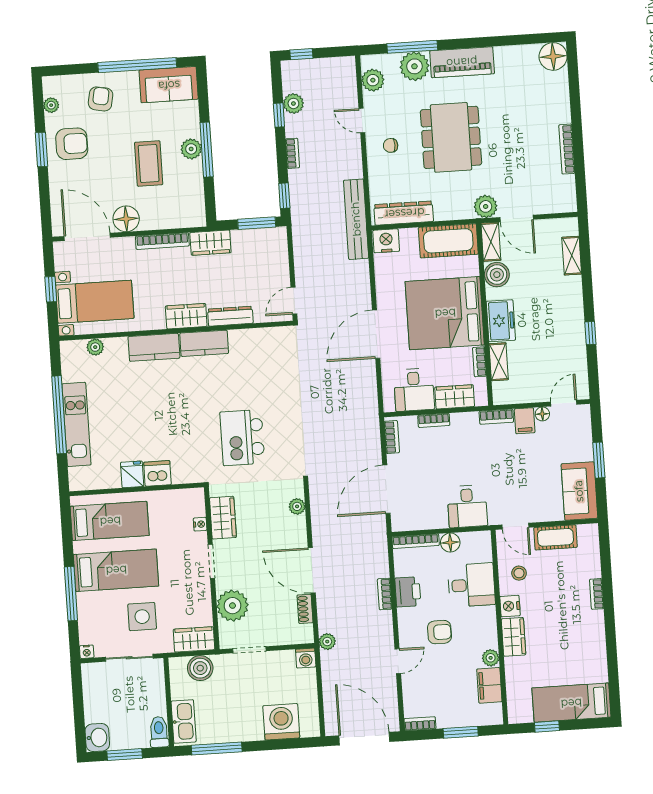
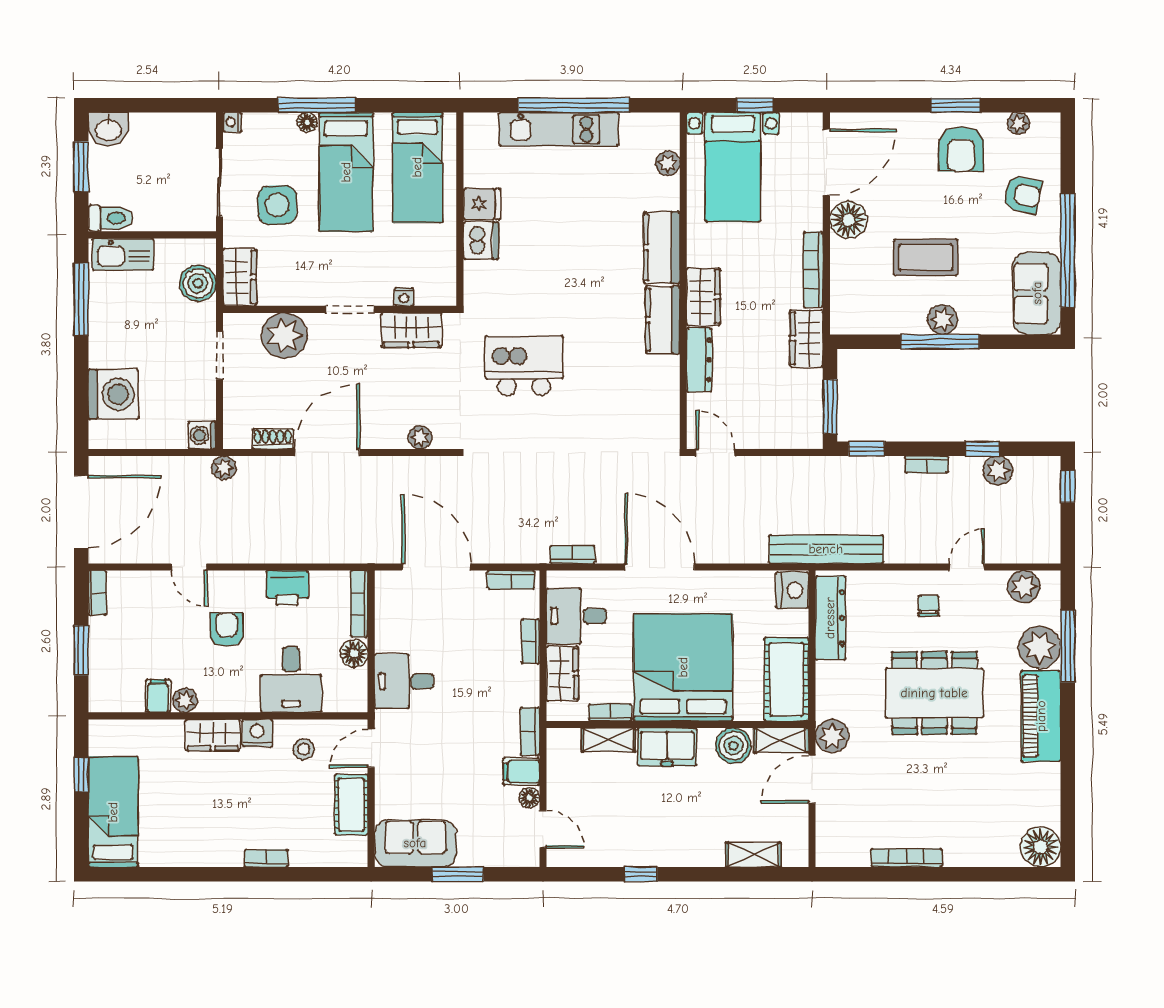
bookcase: (385, 594) -> (573, 555), moved
floor lamp: (83, 600) -> (307, 122), added
armchair: (439, 632) -> (227, 630), turned 180
filing cabinet: (489, 685) -> (158, 696), width x0.50

